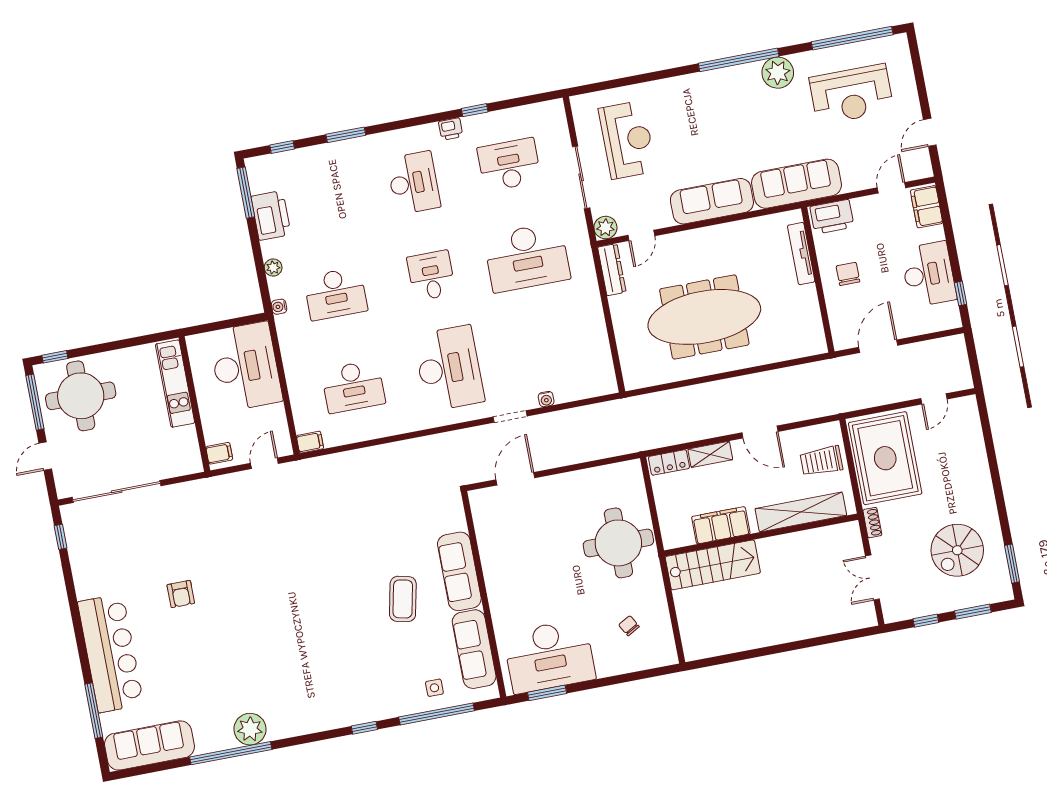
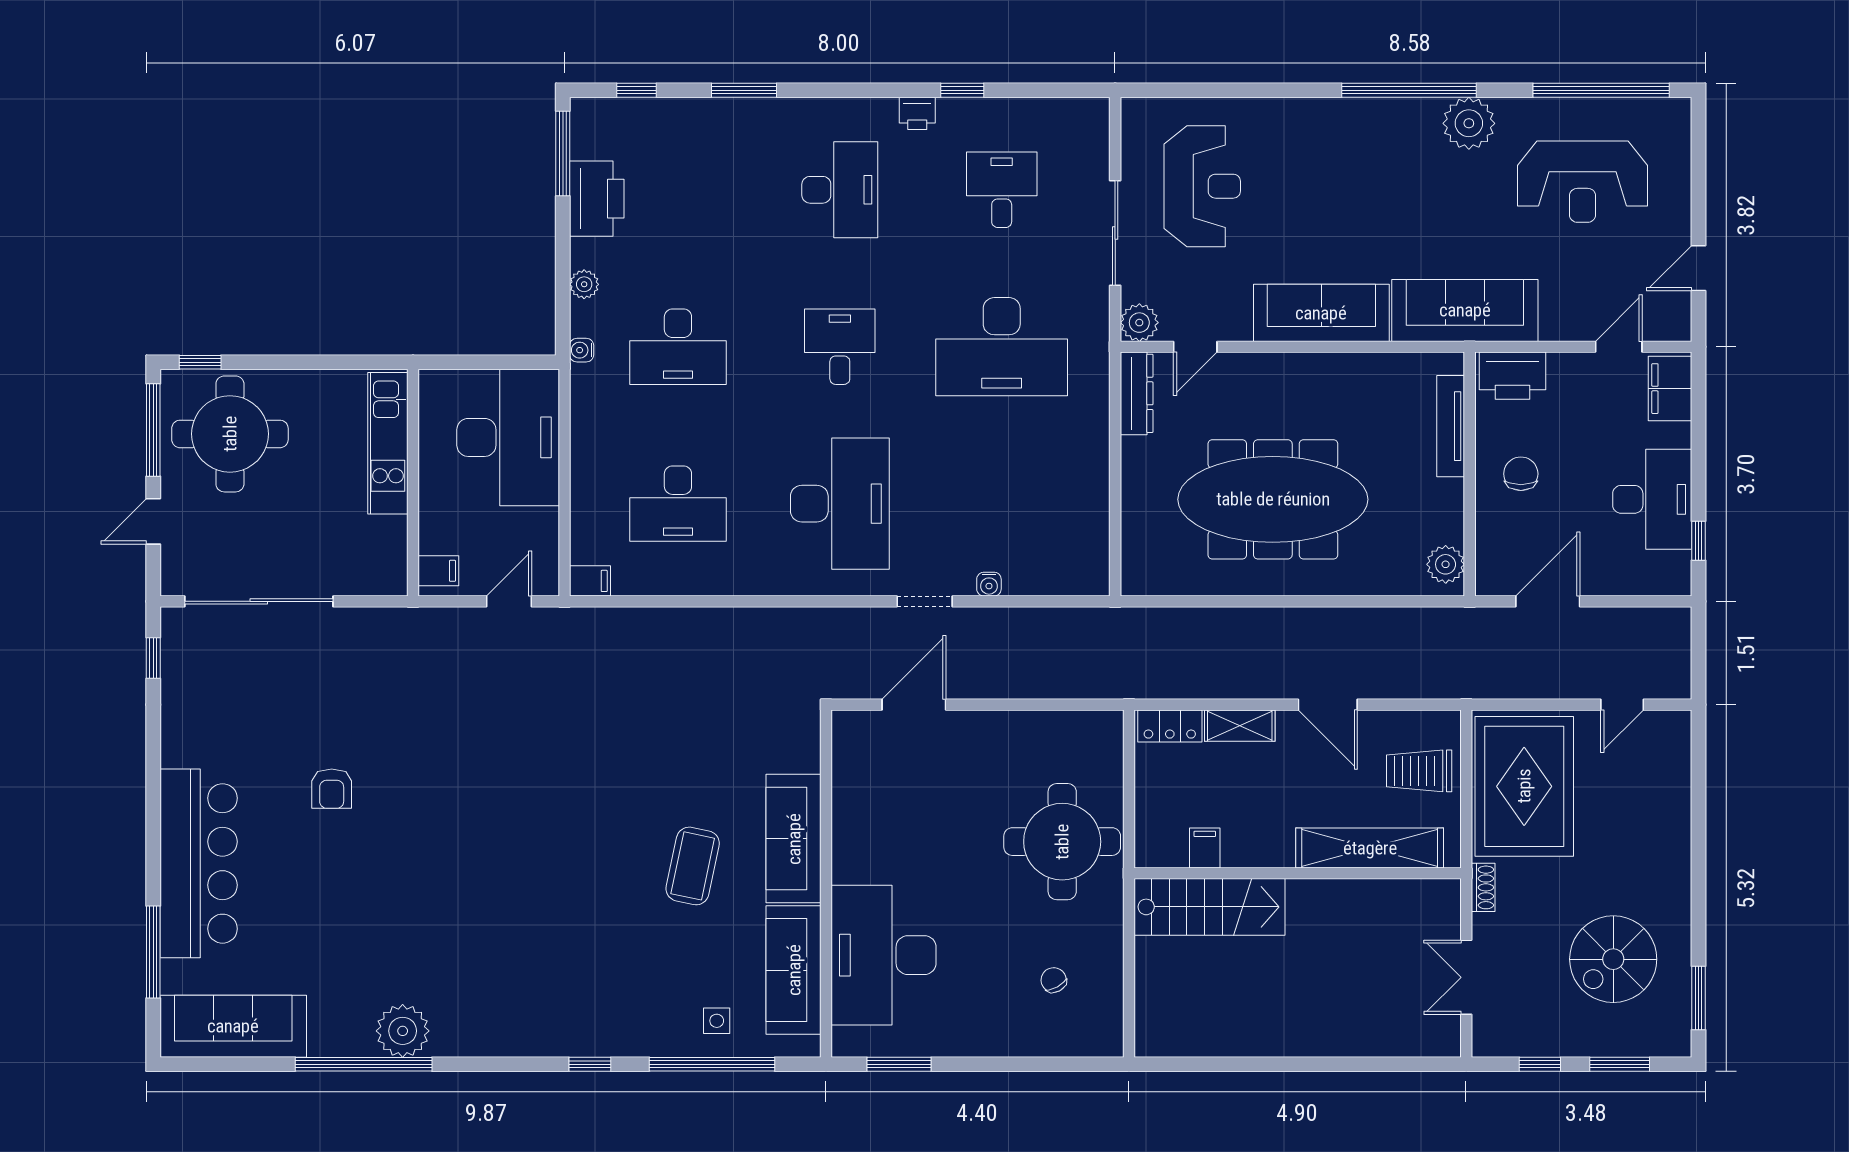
desk: (509, 165) -> (1002, 190), width x0.73
plant: (814, 336) -> (1446, 564), added
filing cabinet: (721, 525) -> (1205, 848), width x0.33, depth x0.86
desk: (549, 656) -> (884, 955), moved, turned 90

